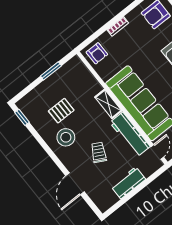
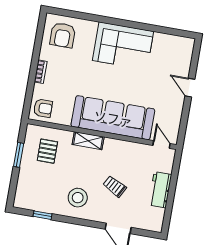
pallet: (61, 111) -> (47, 151), moved
window: (22, 117) -> (43, 215), moved
workbench: (130, 134) -> (127, 150), removed

